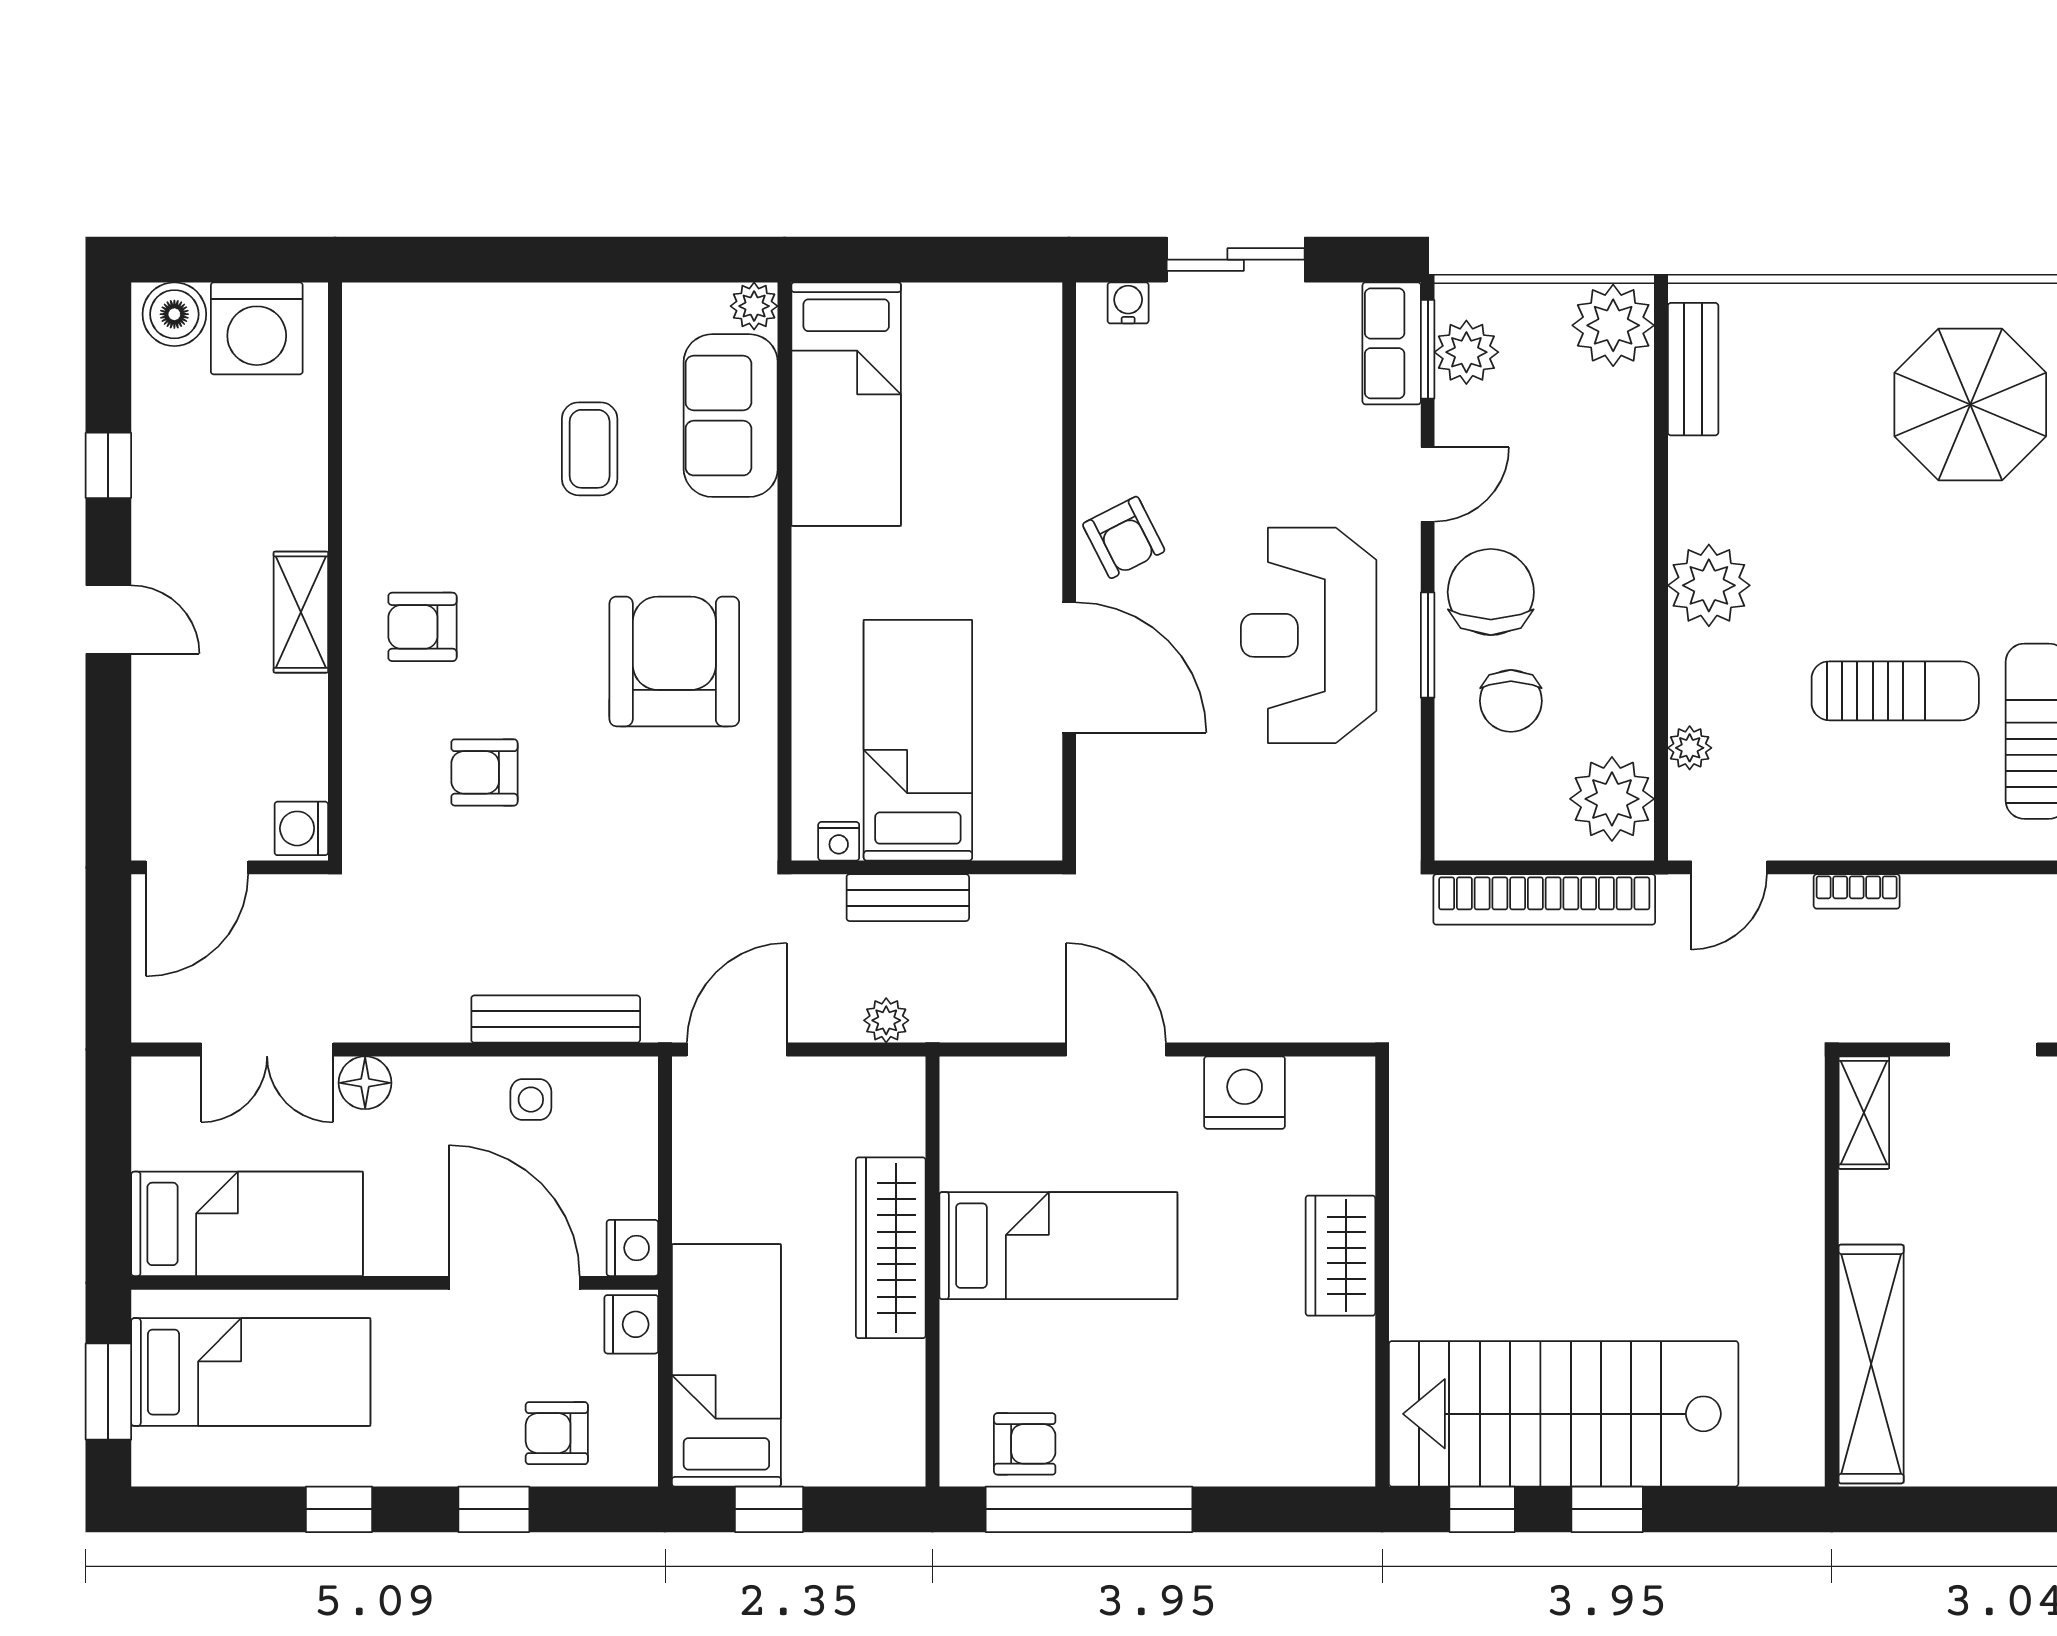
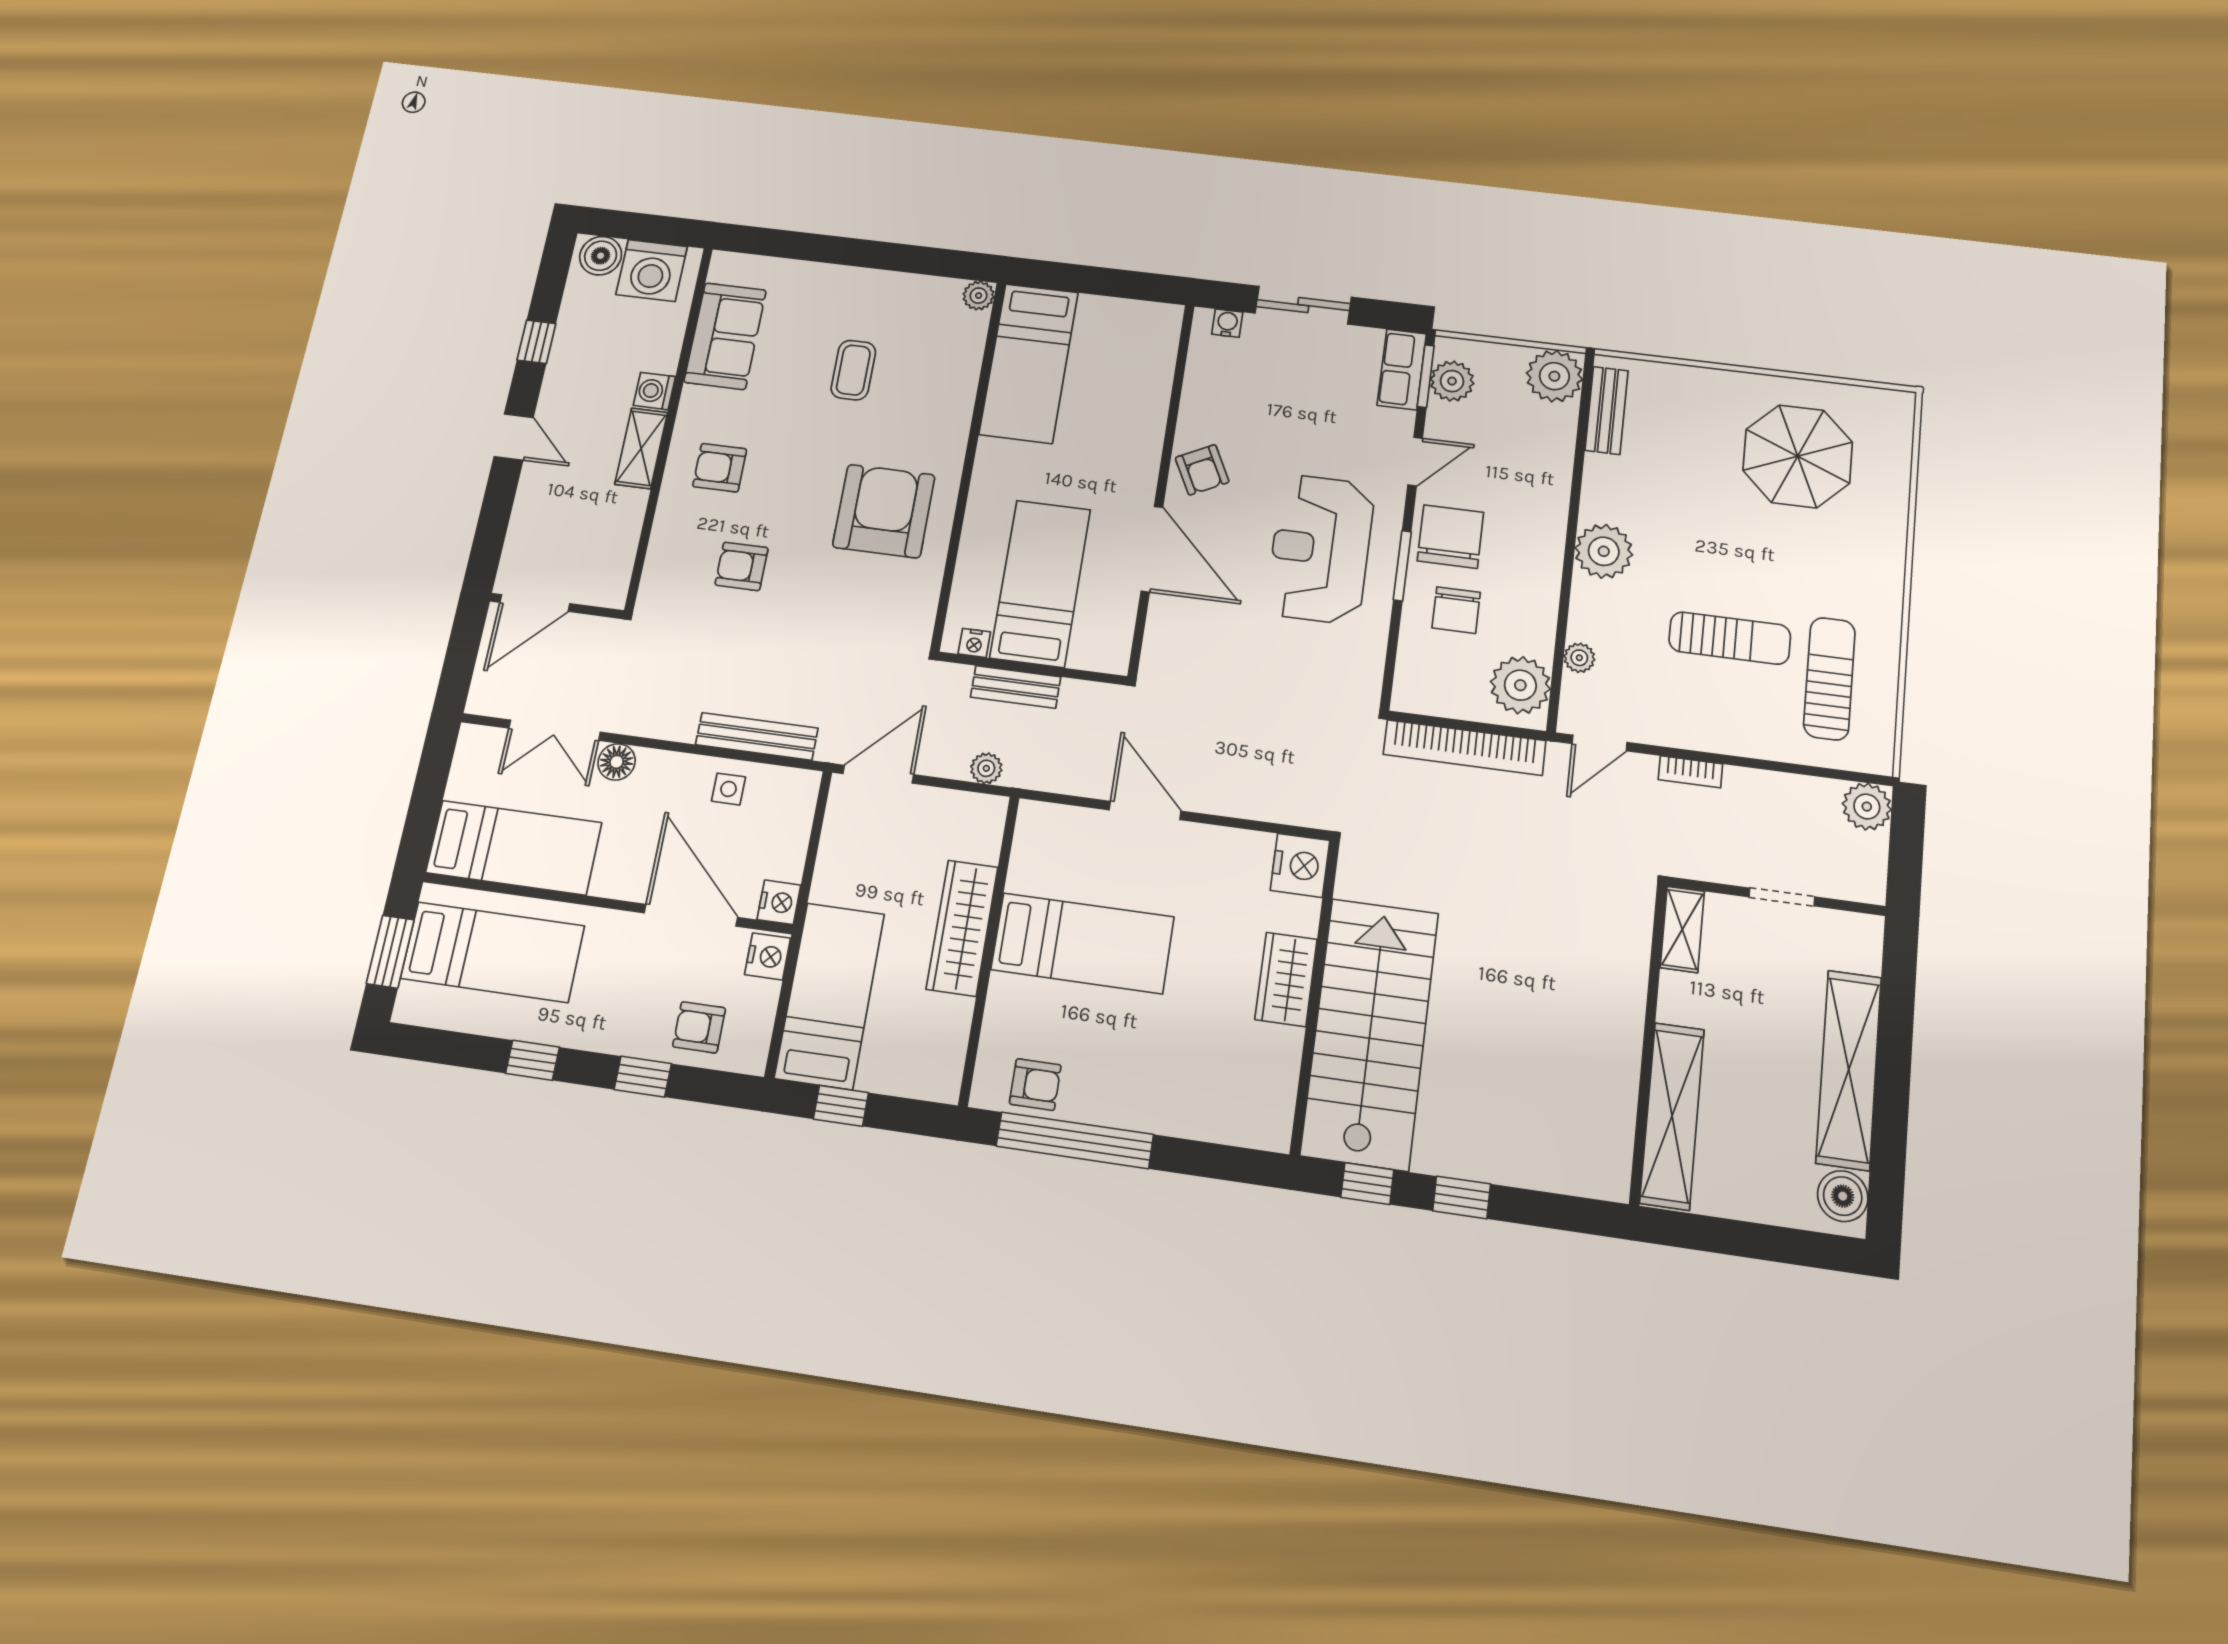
sofa: (731, 416) -> (725, 336), moved, turned 180
washing machine: (301, 828) -> (654, 391), moved
nightstand: (1245, 1093) -> (1300, 865), moved, turned 90
stairs: (1564, 1414) -> (1370, 1033), moved, turned 90

